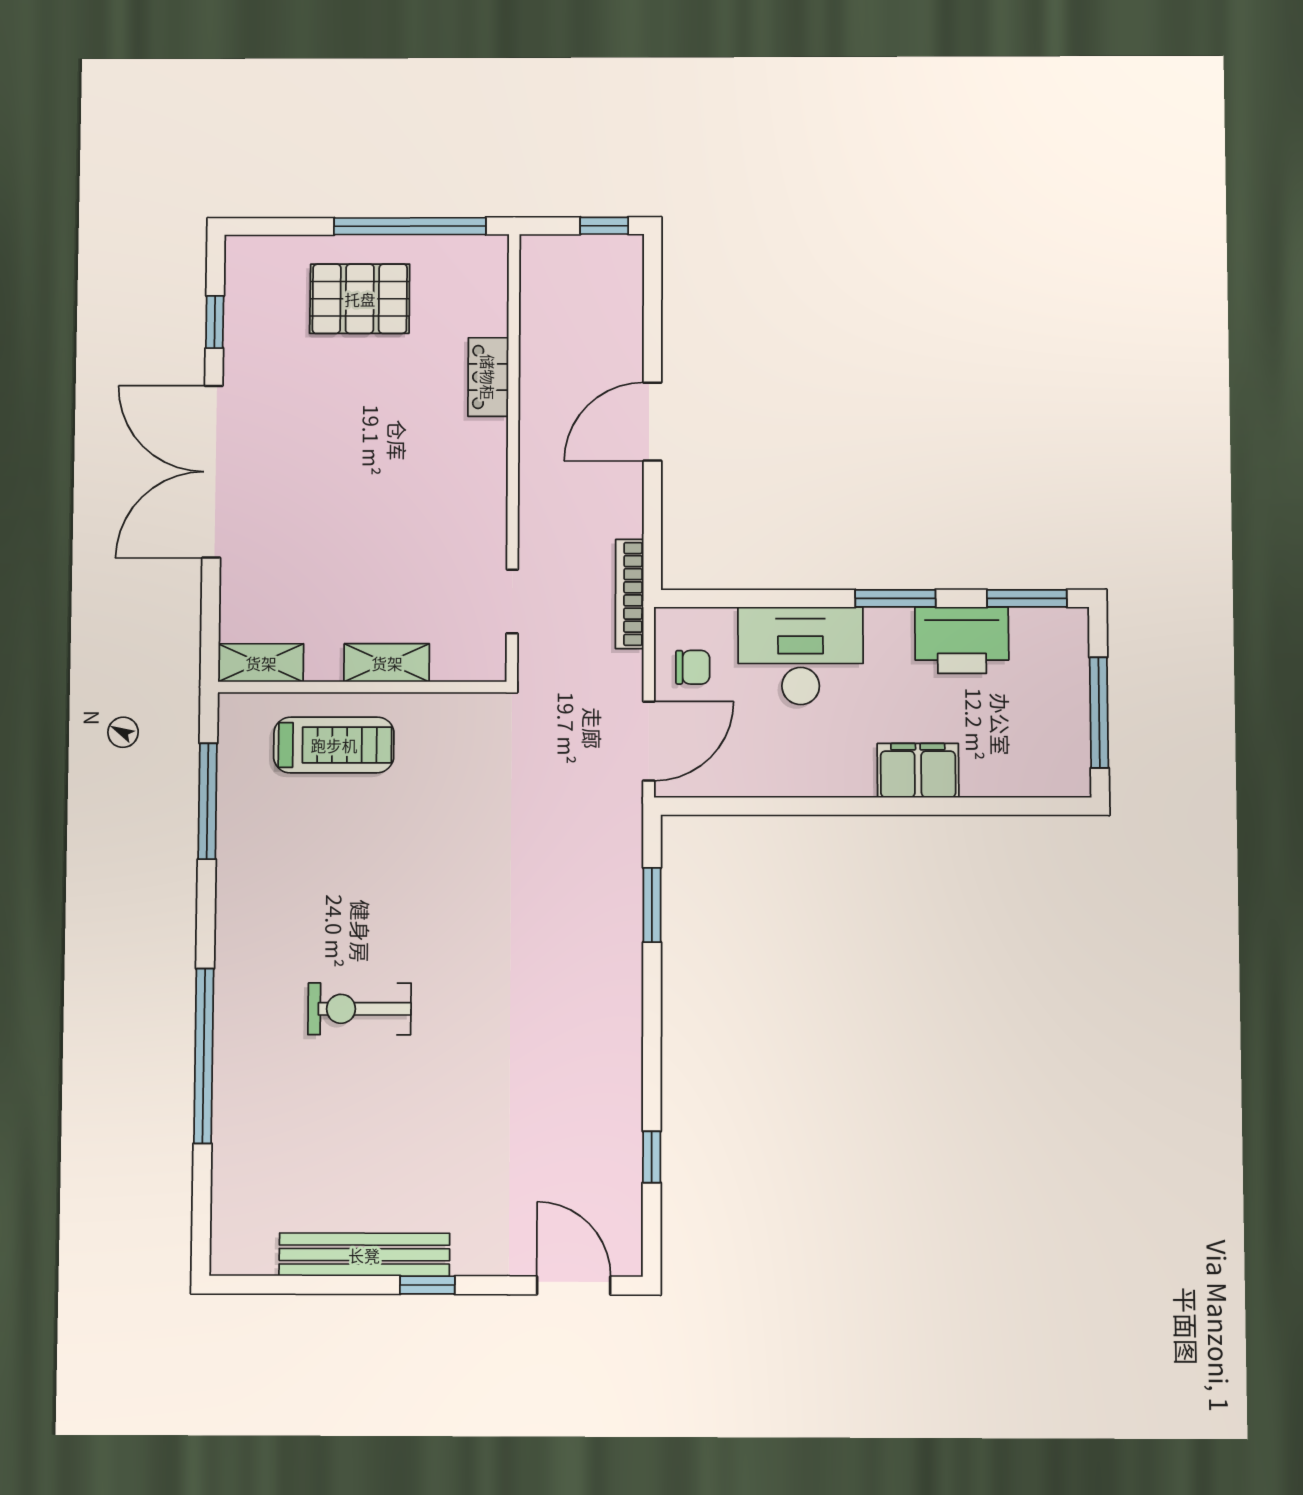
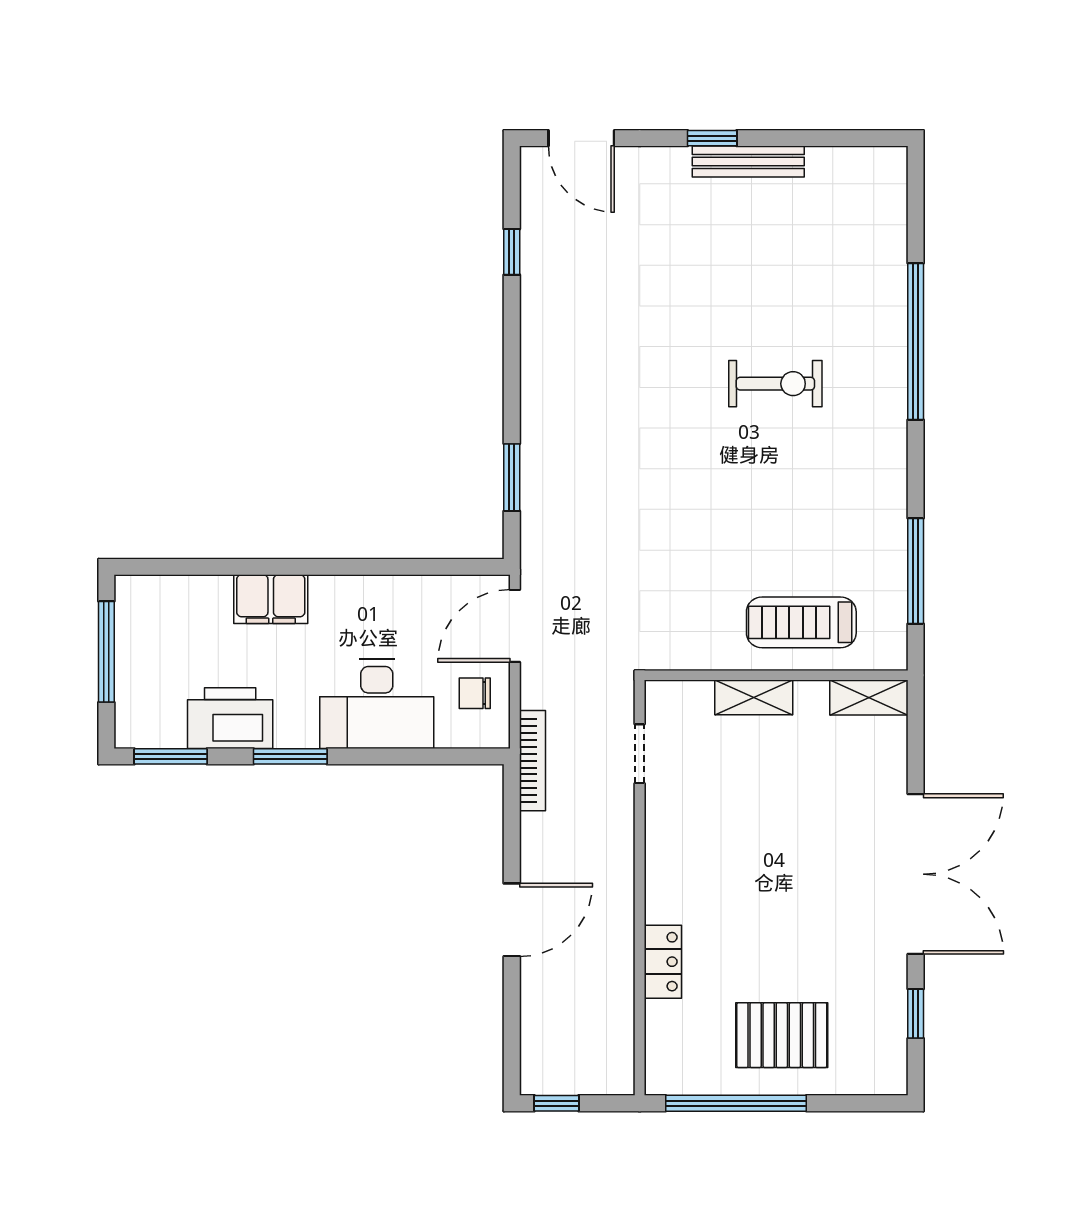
bench: (364, 1255) -> (748, 162), width x0.73, depth x0.82

